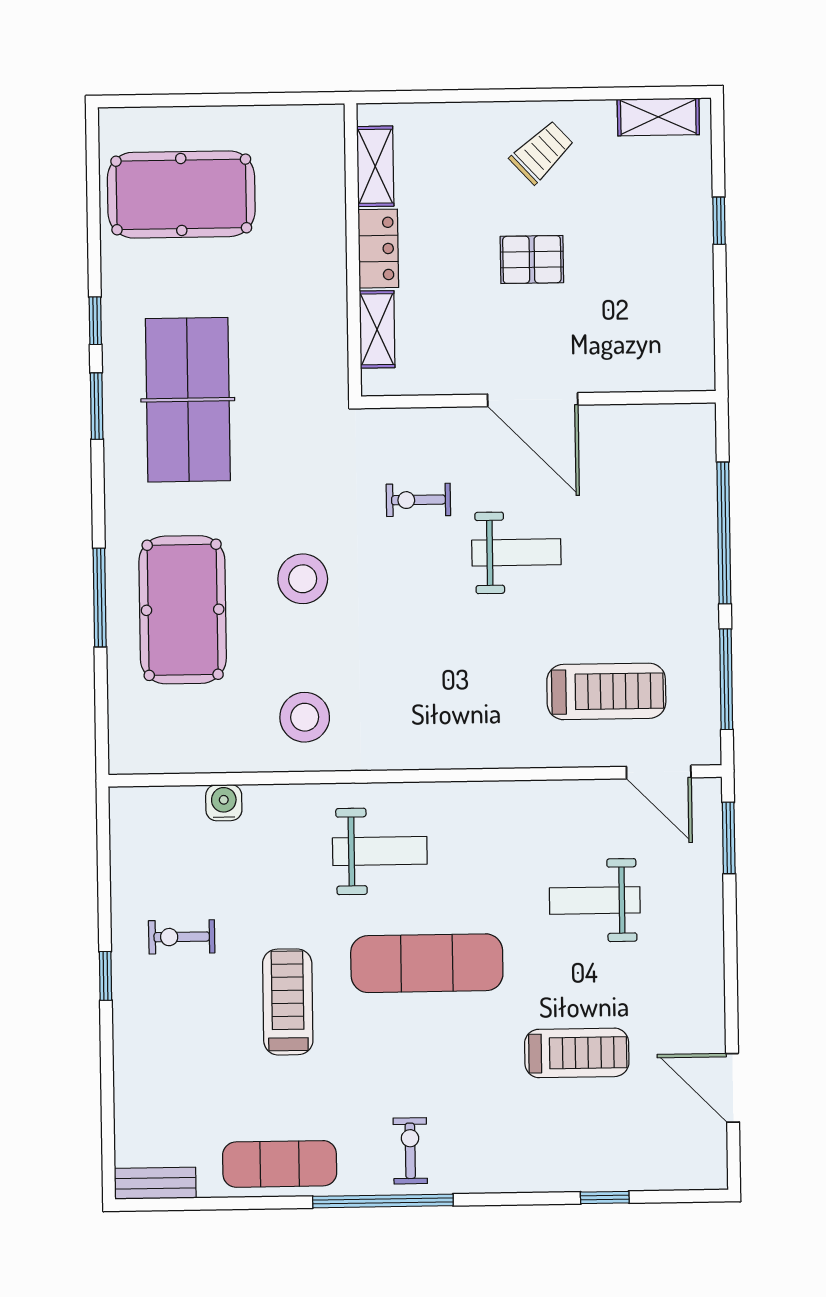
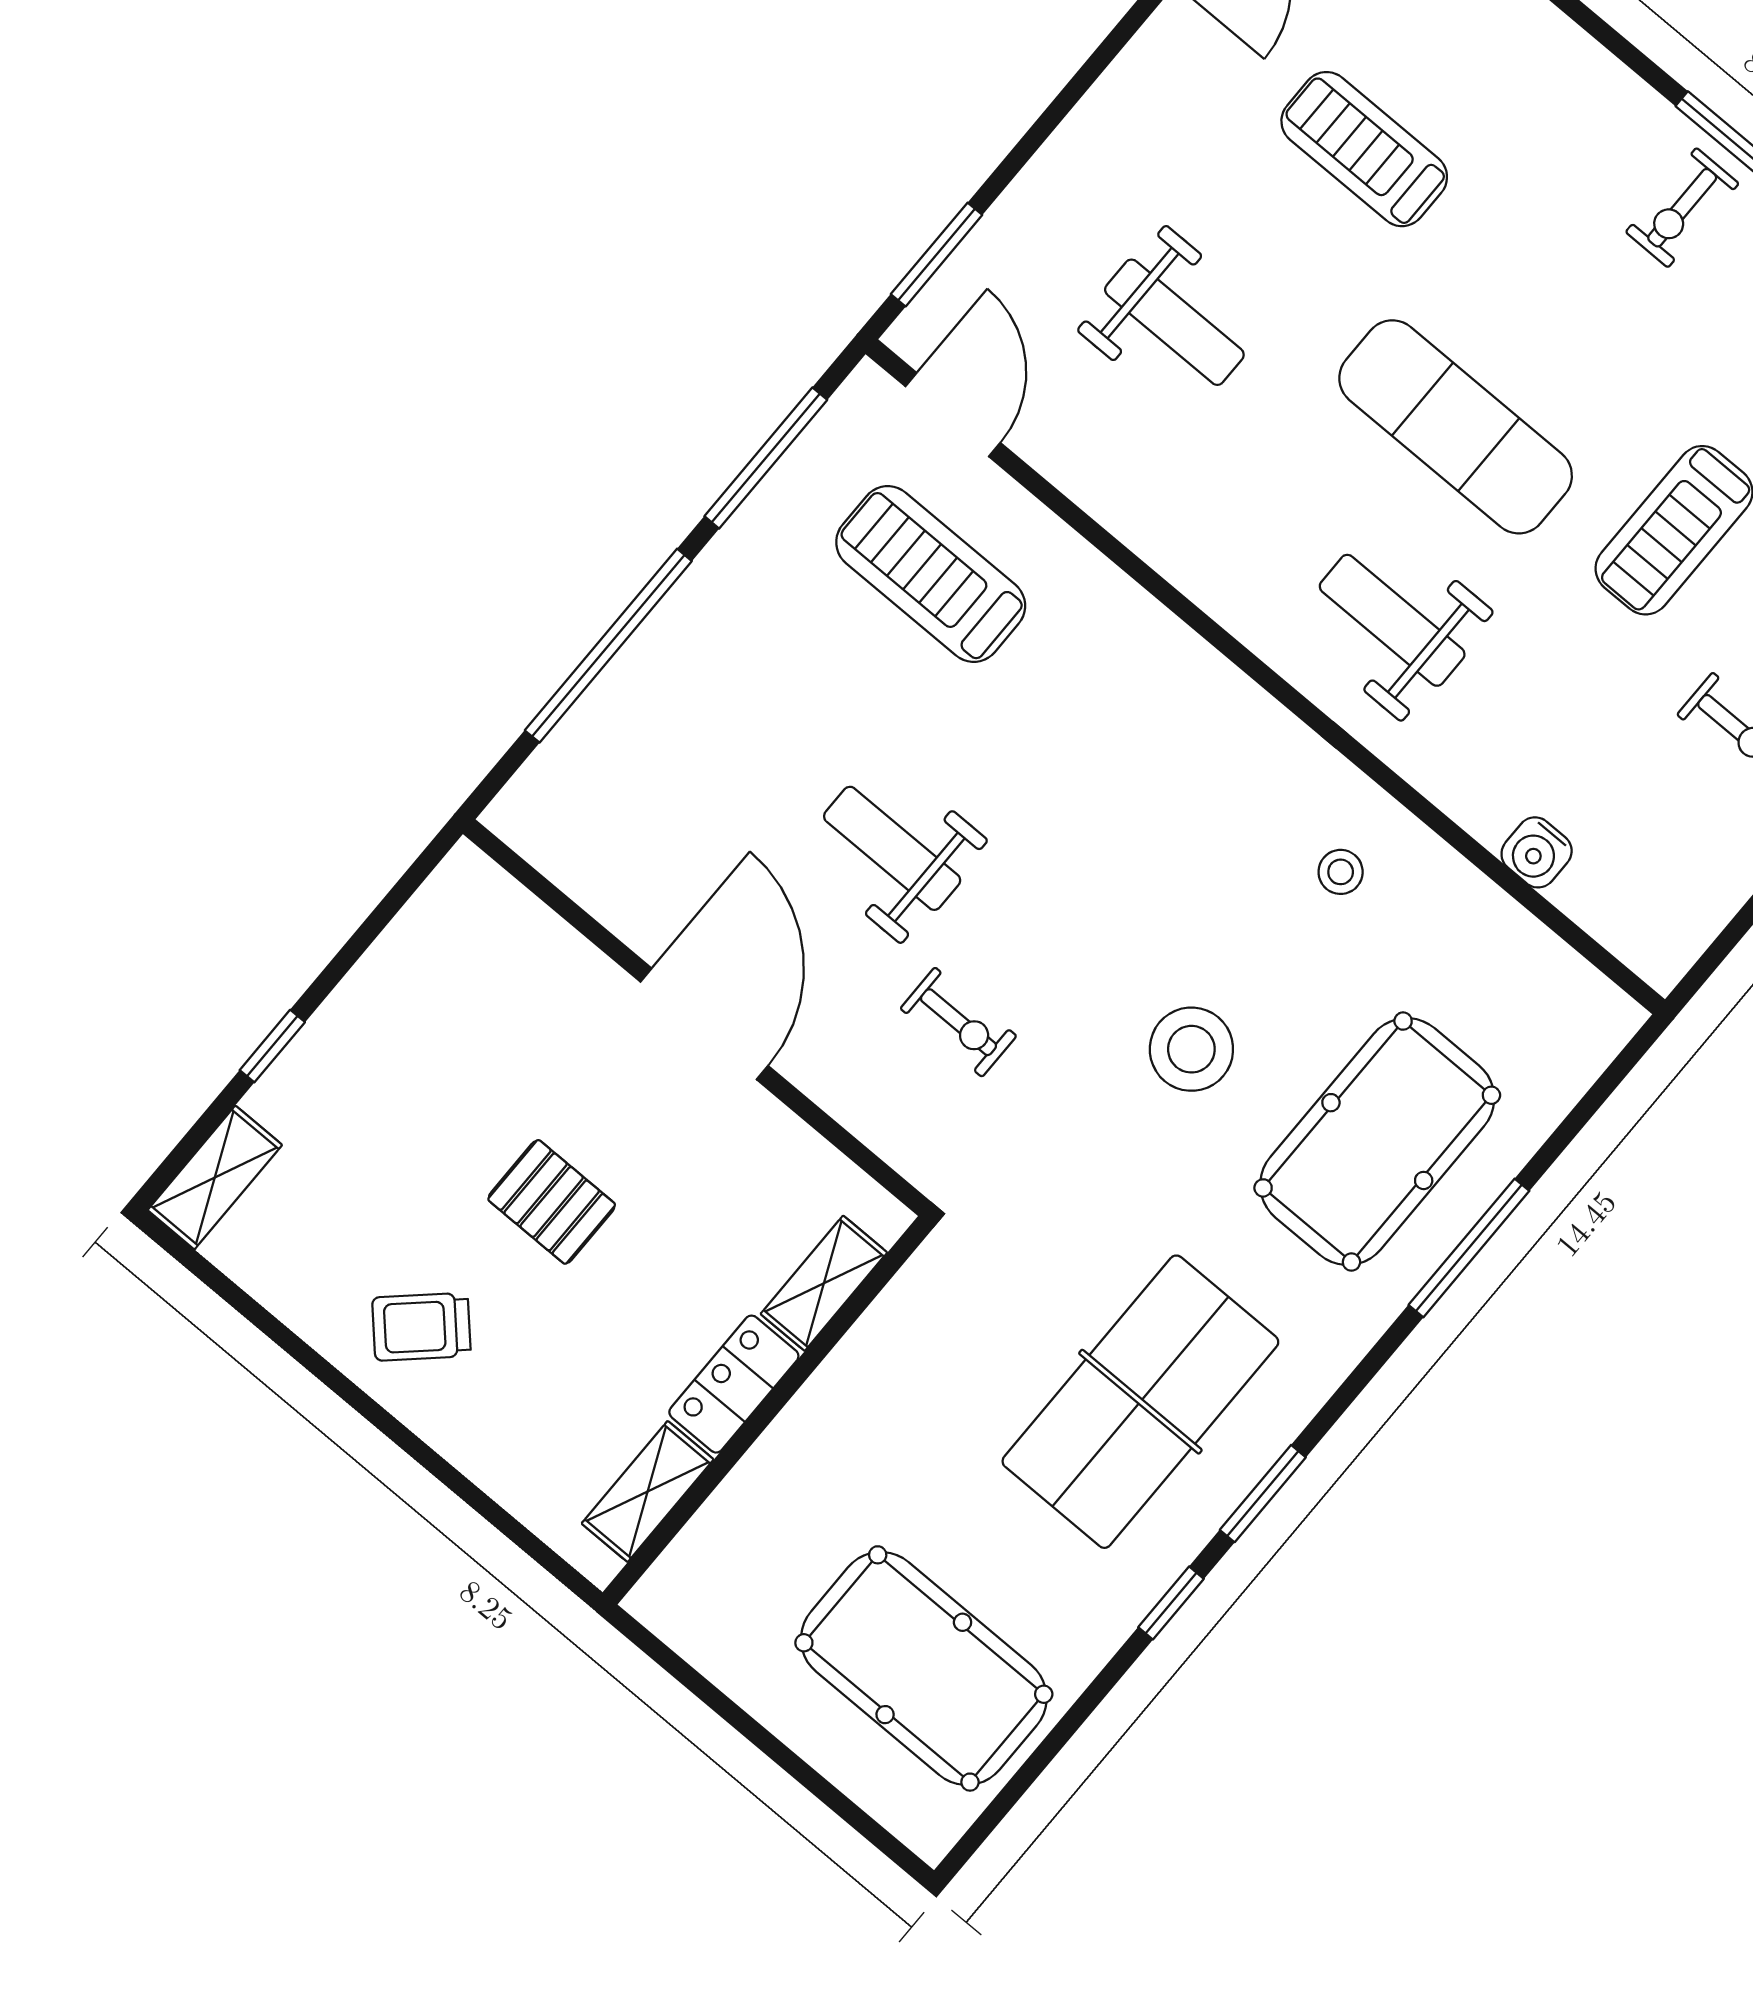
shelving: (658, 117) -> (215, 1178), moved, turned 90
stool: (305, 717) -> (1341, 872), width x0.53, depth x0.53

